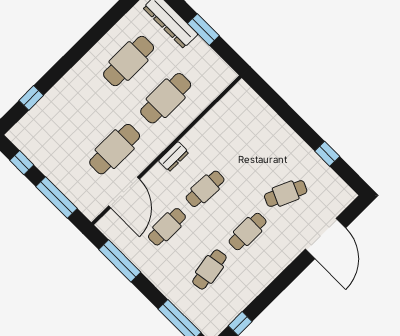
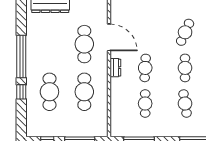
window: (85, 44) -> (21, 56), added
cafe table: (129, 61) -> (49, 92), moved
window: (31, 98) -> (21, 92), moved
door: (124, 192) -> (109, 37), moved

